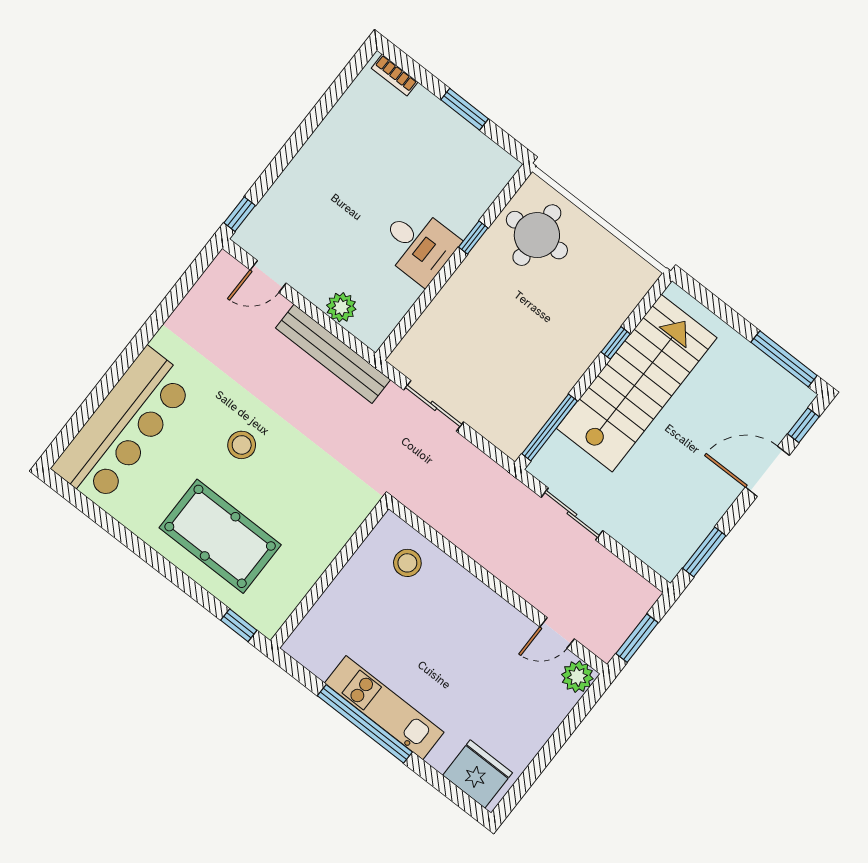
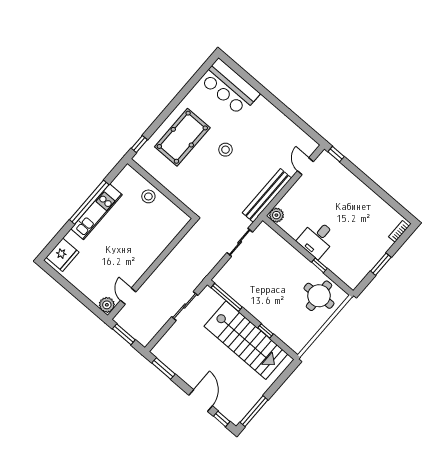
plant: (341, 307) -> (276, 215), moved
bar counter: (124, 426) -> (230, 87), width x0.73
stool: (407, 563) -> (148, 196), moved

